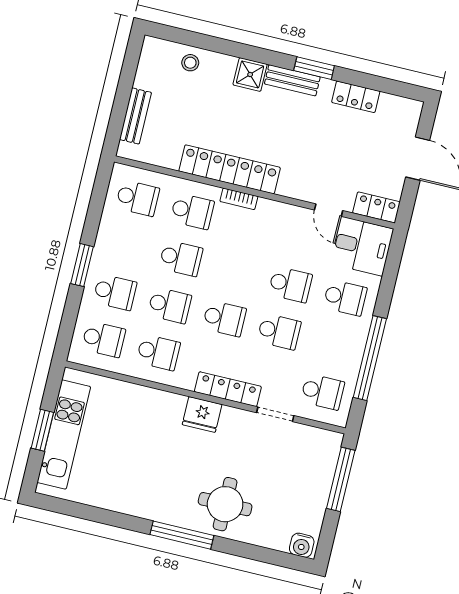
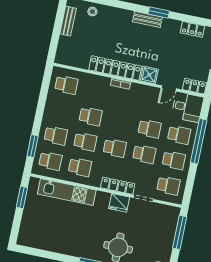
shower: (250, 74) -> (149, 75), moved
locker: (356, 97) -> (192, 29), moved
bench: (135, 116) -> (68, 21), moved
door: (329, 210) -> (169, 88), hinge flipped
school desk: (192, 211) -> (174, 160), moved
window: (82, 265) -> (33, 146), moved
window: (370, 358) -> (199, 141), moved
fridge: (202, 414) -> (119, 203), moved
window: (42, 430) -> (22, 197), moved
kitchen unit: (64, 435) -> (67, 192), moved, turned 90

